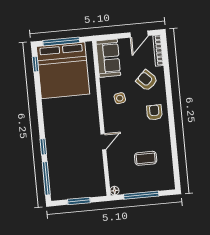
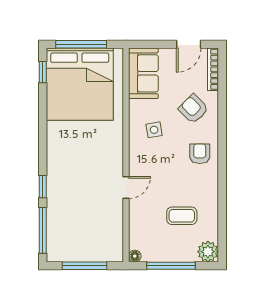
plant: (167, 182) -> (208, 252), added
window: (79, 201) -> (85, 266), width x1.44

